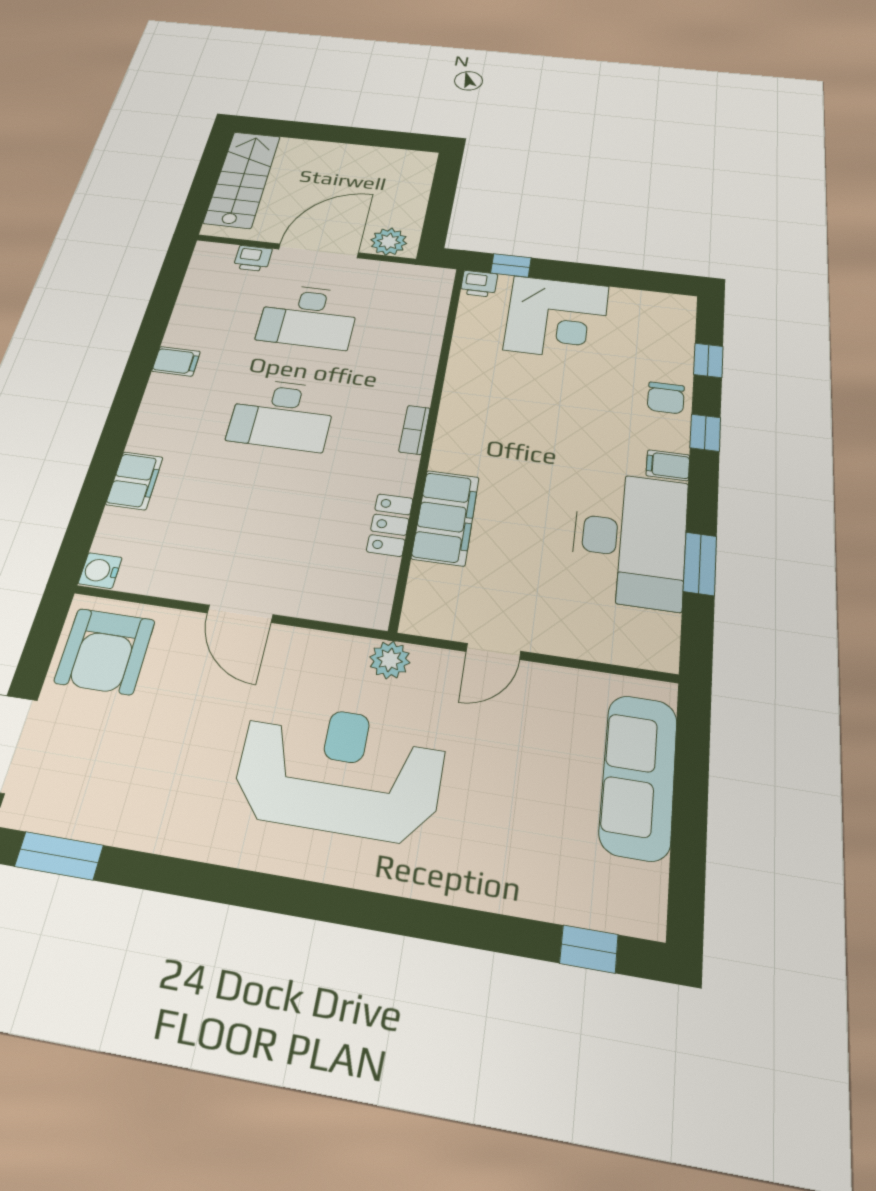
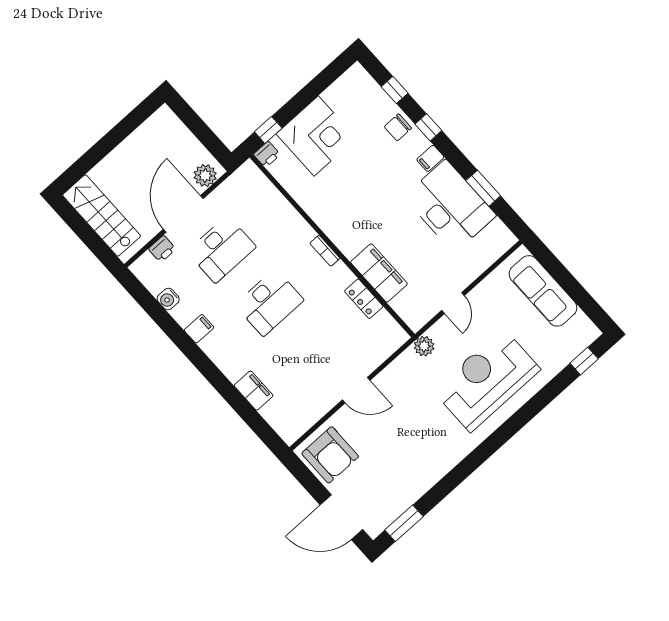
chair: (666, 398) -> (398, 127), turned 90
water cooler: (100, 571) -> (168, 299), moved
reception desk: (340, 771) -> (487, 380), moved

